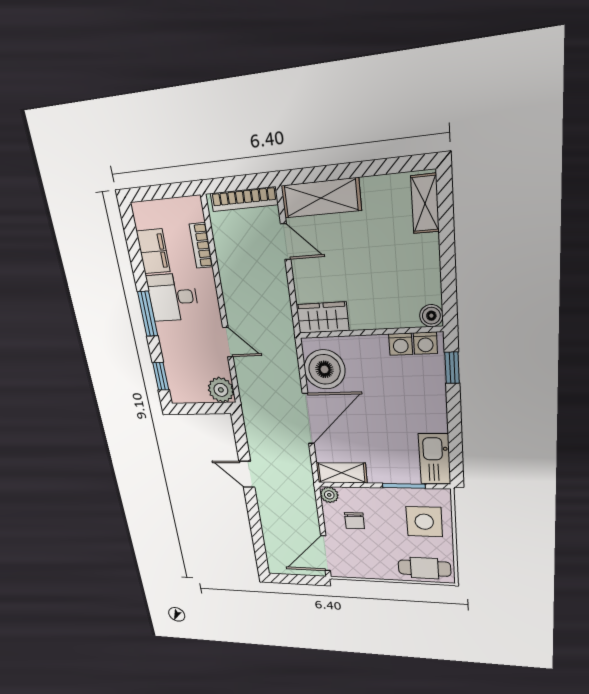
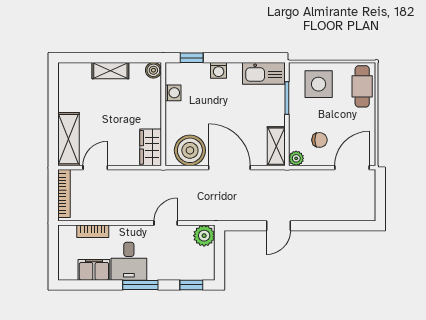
shelving: (425, 204) -> (110, 71), moved
washing machine: (425, 343) -> (219, 70), moved, turned 90
door: (326, 553) -> (352, 168), swing flipped

